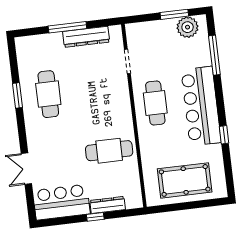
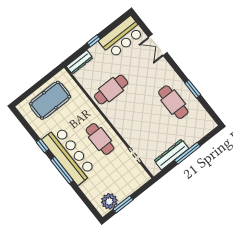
window: (214, 55) -> (62, 170), moved
double door: (26, 169) -> (158, 45), swing flipped
dresser: (108, 205) -> (80, 62), moved

